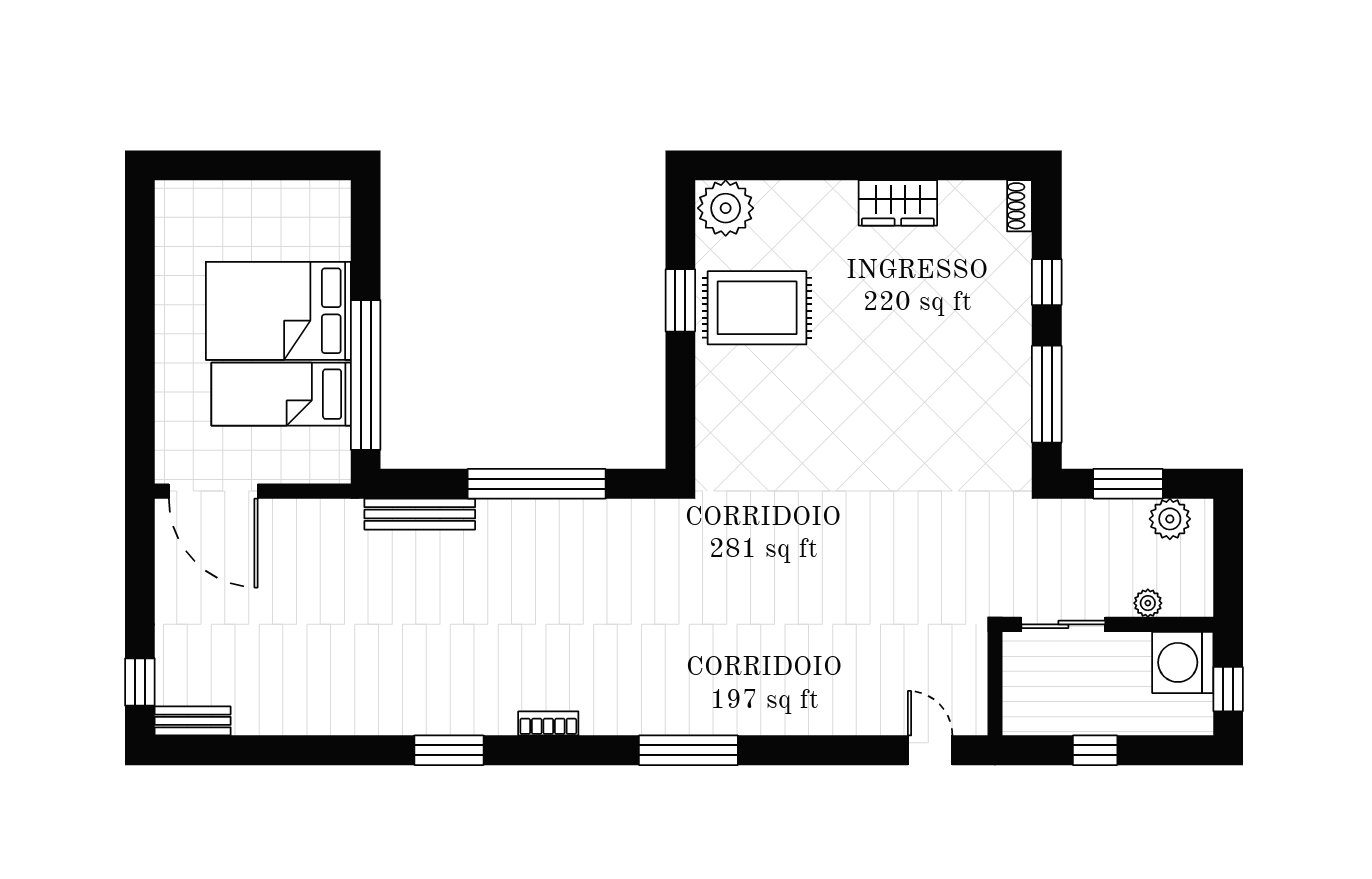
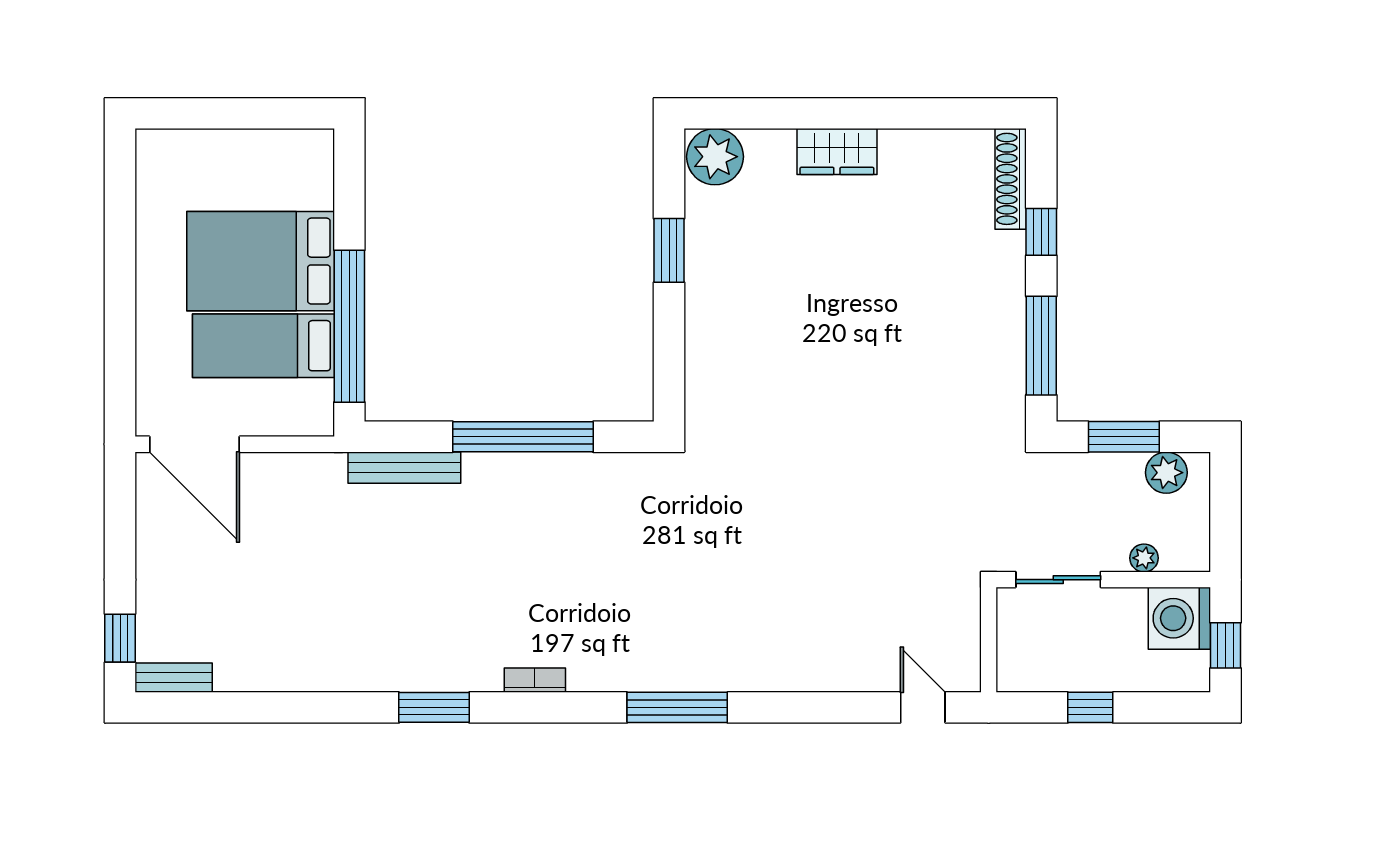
wardrobe: (898, 203) -> (837, 151), moved
shoe rack: (1020, 206) -> (1011, 179), width x1.94, depth x1.24
rug: (757, 308) -> (747, 258), removed

